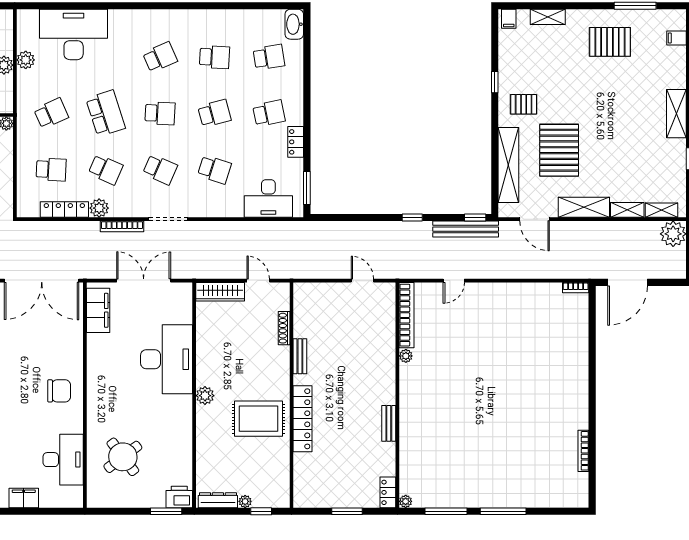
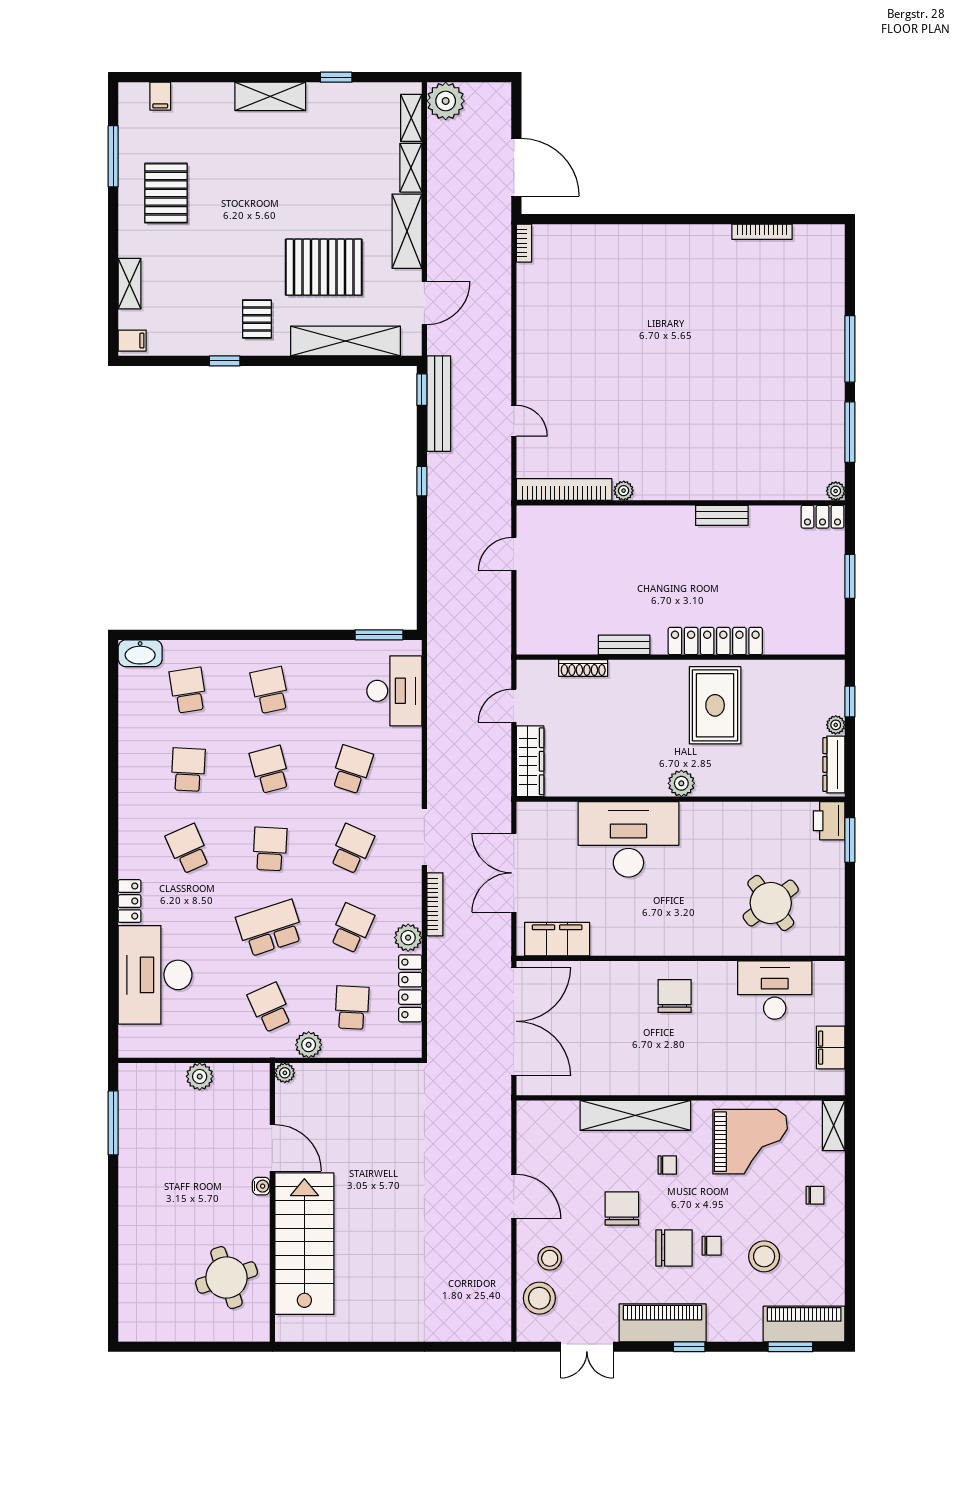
plant: (26, 60) -> (309, 1045), moved
locker: (296, 142) -> (130, 901), moved, turned -90

